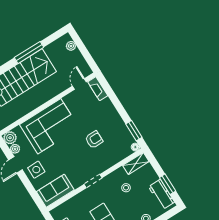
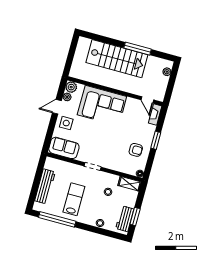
door: (79, 84) -> (147, 100), swing flipped
window: (134, 131) -> (156, 140), moved
armchair: (94, 140) -> (136, 150), moved

